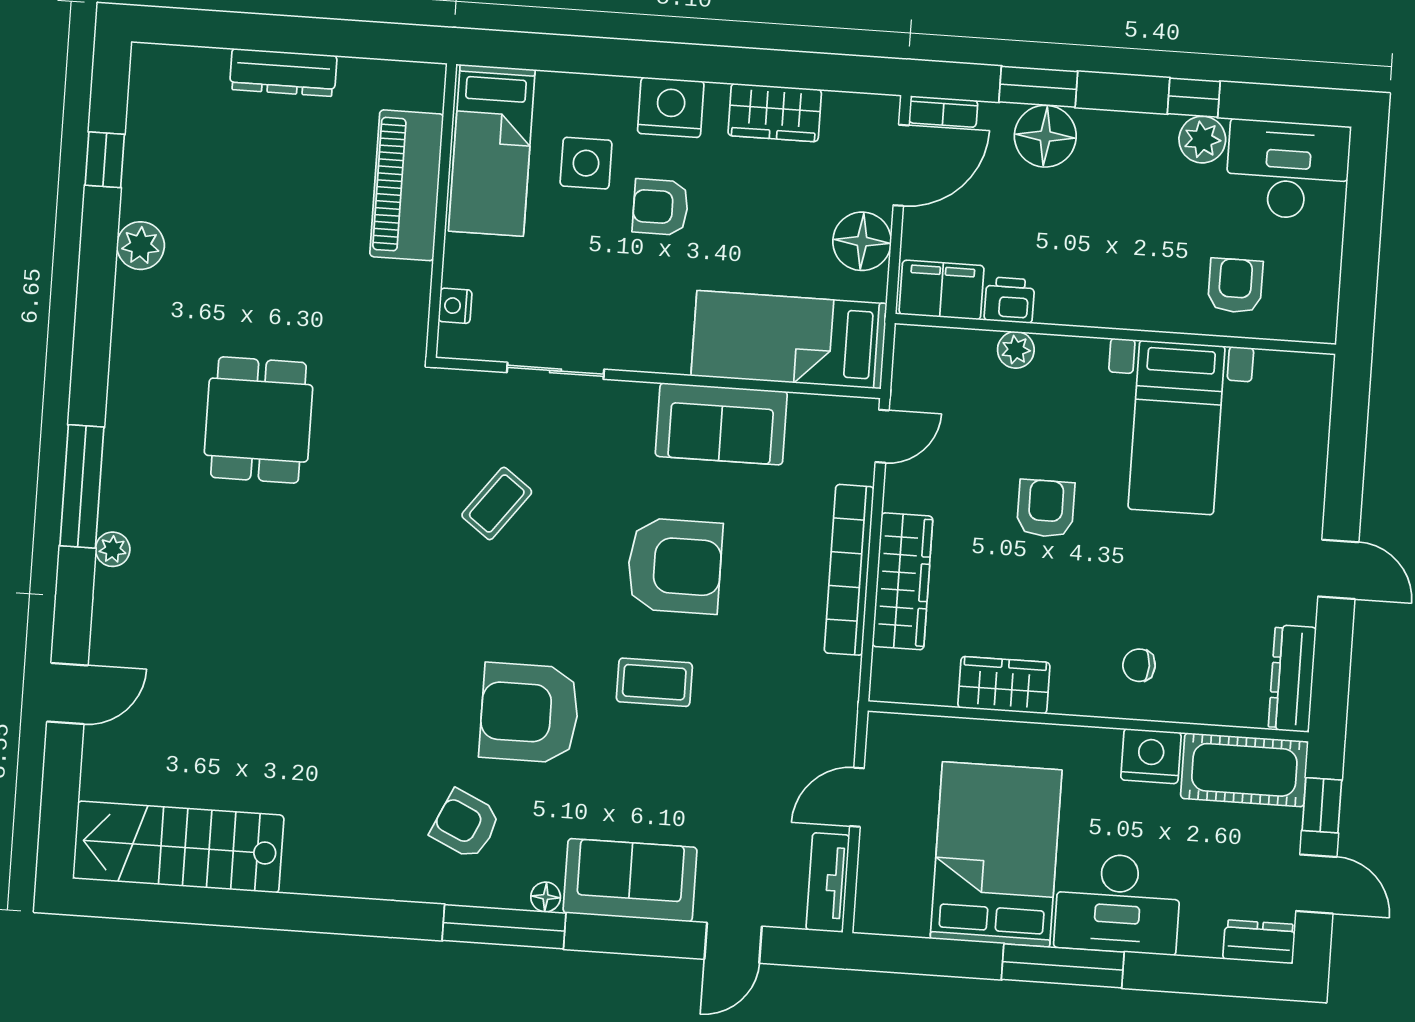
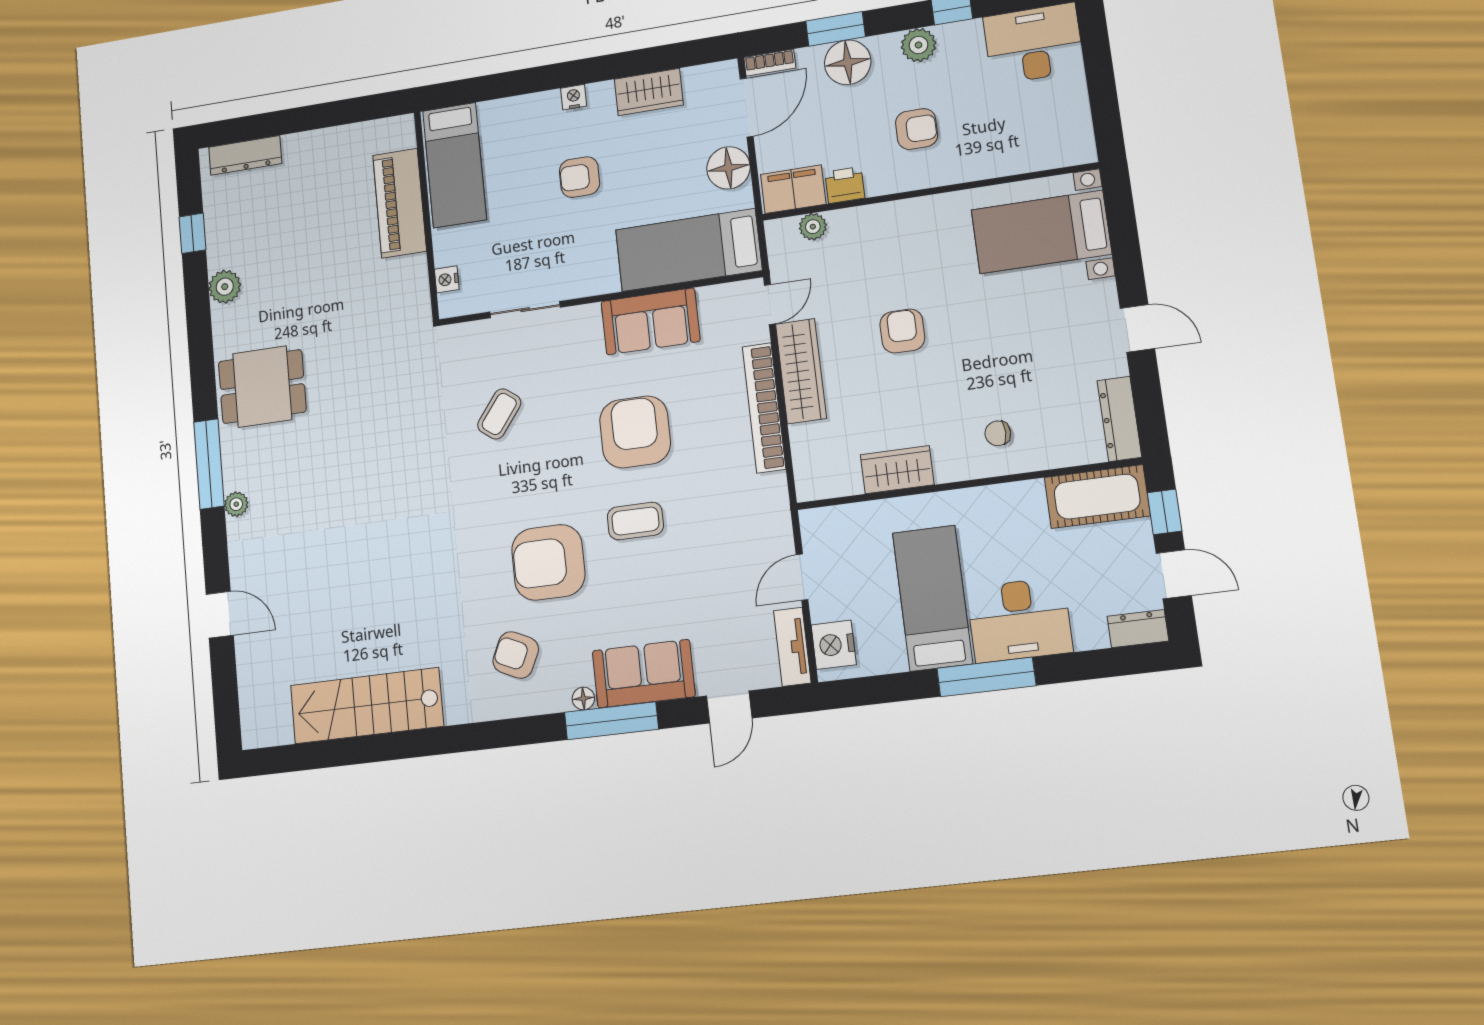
dresser: (283, 73) -> (245, 155), moved
nightstand: (671, 107) -> (574, 97), width x0.53, depth x0.56
plant: (1202, 140) -> (919, 45), moved
side table: (586, 163) -> (522, 159), removed
armchair: (1235, 286) -> (917, 129), moved, turned 90
plant: (1016, 350) -> (813, 227), moved
dining table: (259, 420) -> (262, 387), moved, turned 90
bed with nightstands: (1176, 428) -> (1041, 232), moved, turned 90
armchair: (675, 566) -> (635, 432), turned -90
wardrobe: (902, 581) -> (801, 371), moved
door: (67, 694) -> (220, 615), hinge flipped
nightstand: (1151, 756) -> (834, 645), moved, turned -90
stairs: (178, 847) -> (367, 706), moved
bed: (996, 854) -> (932, 598), width x0.67
window: (504, 927) -> (611, 721), moved

